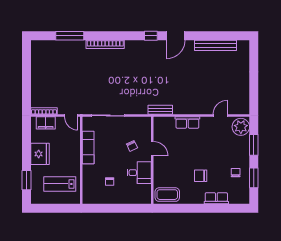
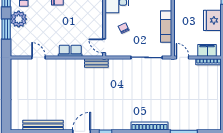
door: (220, 116) -> (38, 57), swing flipped
plant: (241, 127) -> (19, 19), moved
door: (152, 149) -> (104, 46), moved

